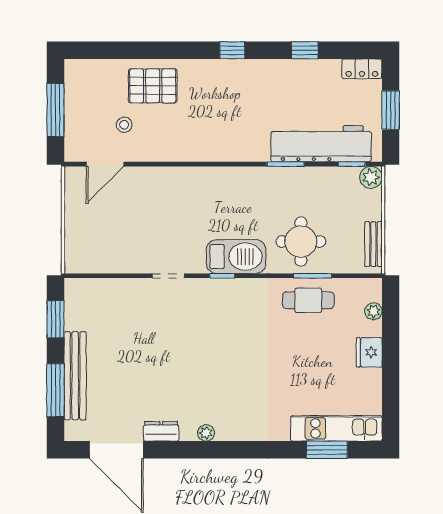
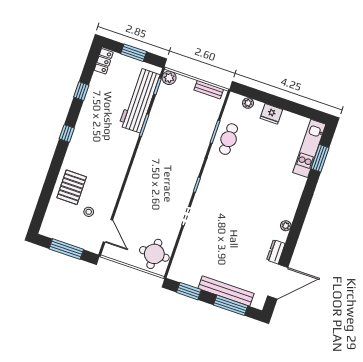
round table: (301, 241) -> (154, 254), moved
barbecue: (236, 257) -> (188, 173), removed

